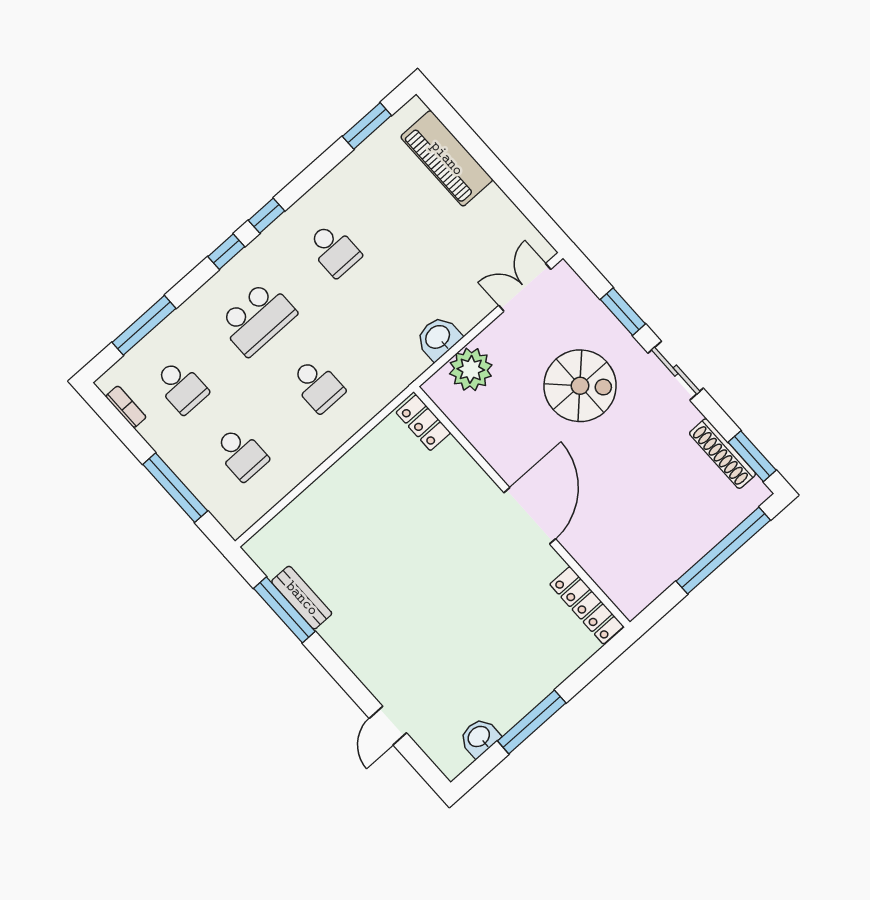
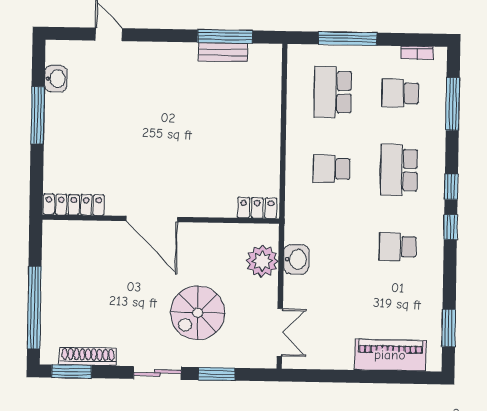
school desk: (241, 454) -> (333, 92), width x1.85

